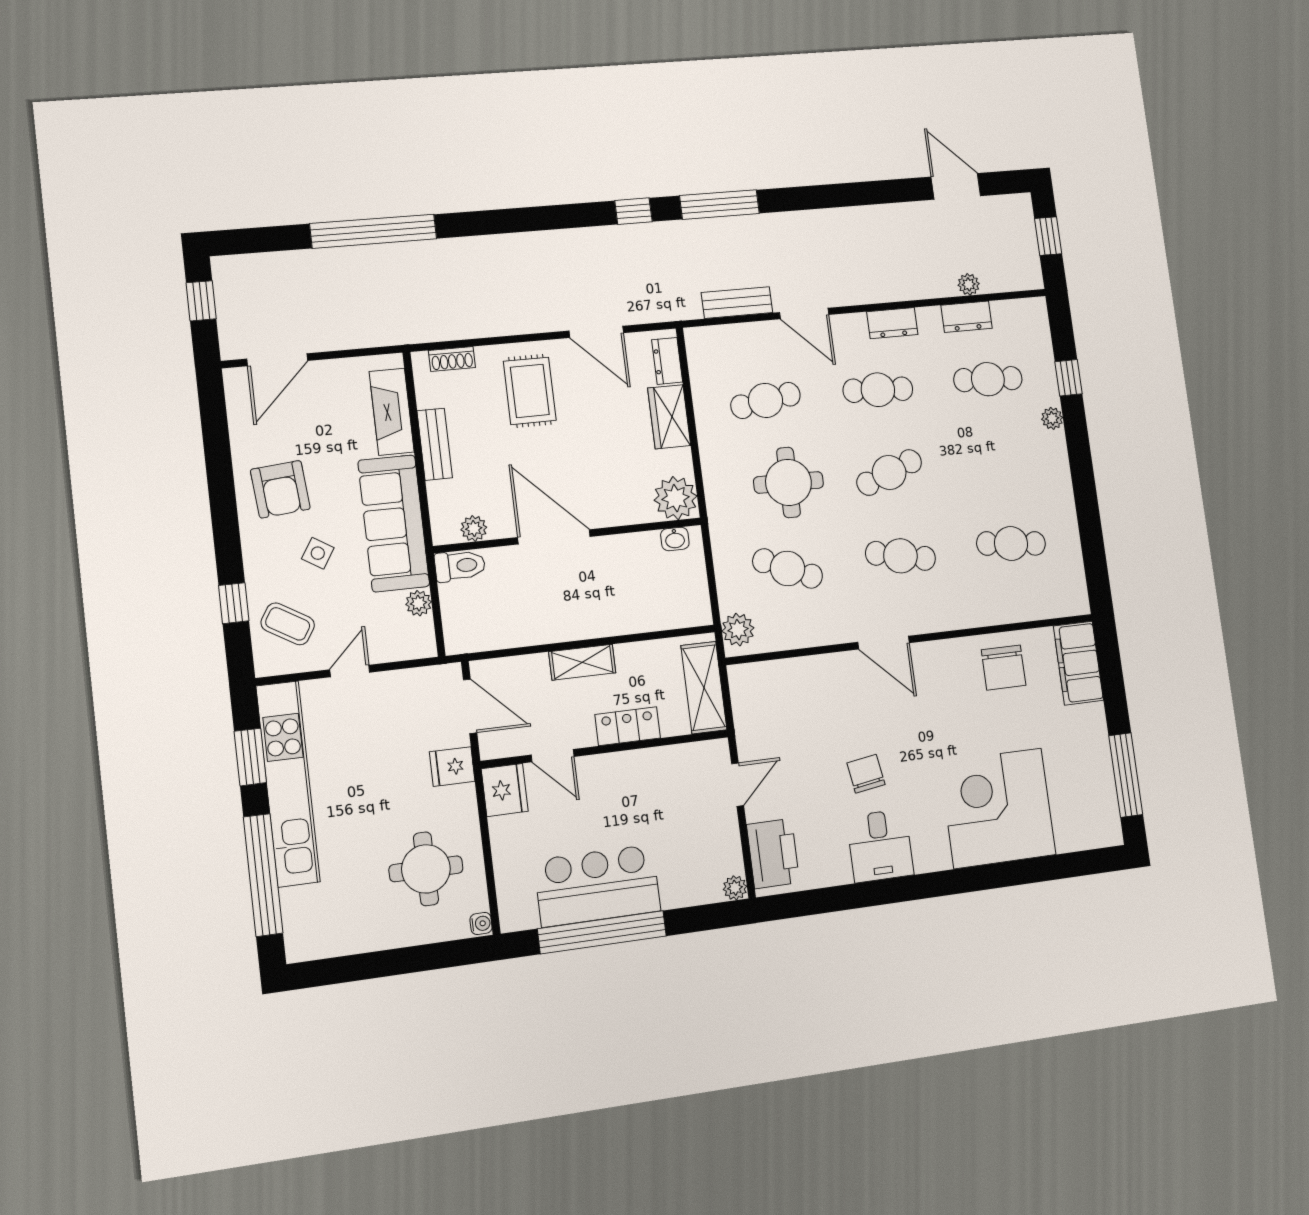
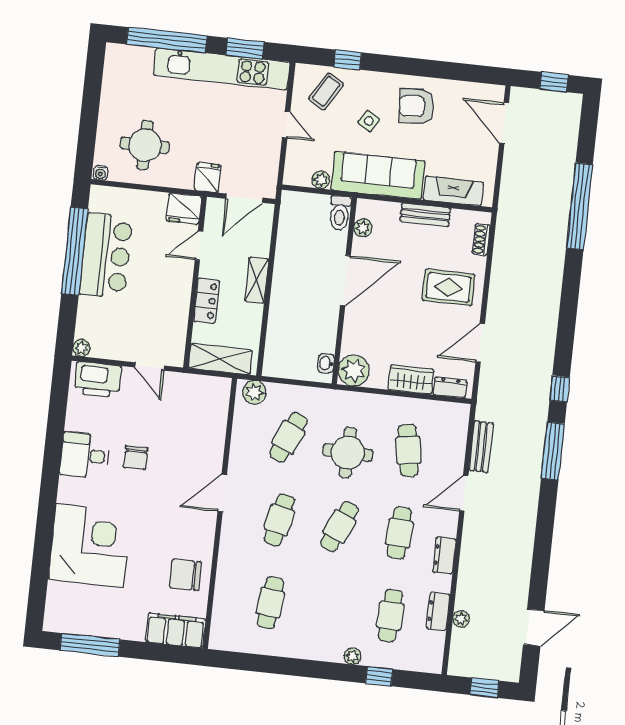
cafe table: (889, 472) -> (339, 526), turned 45
chair: (866, 774) -> (136, 458), turned 99

